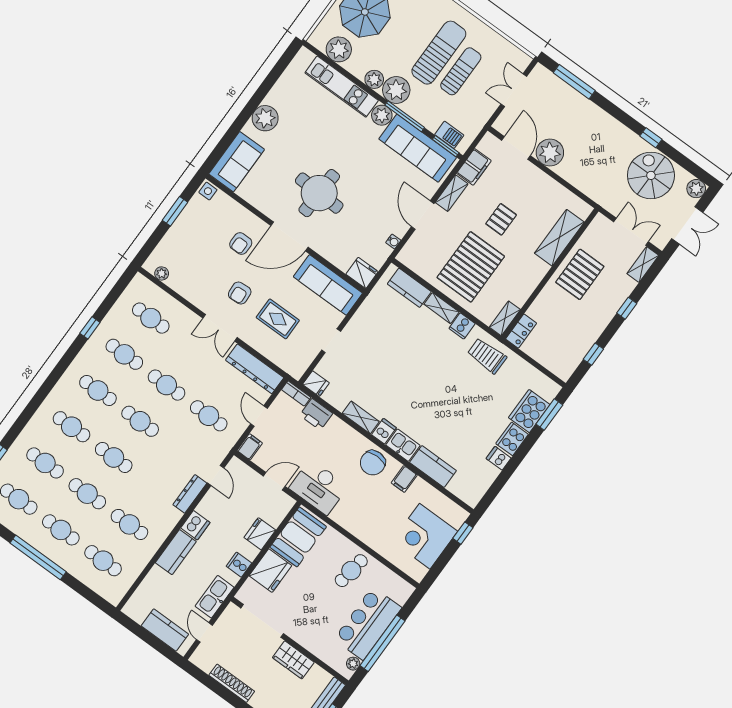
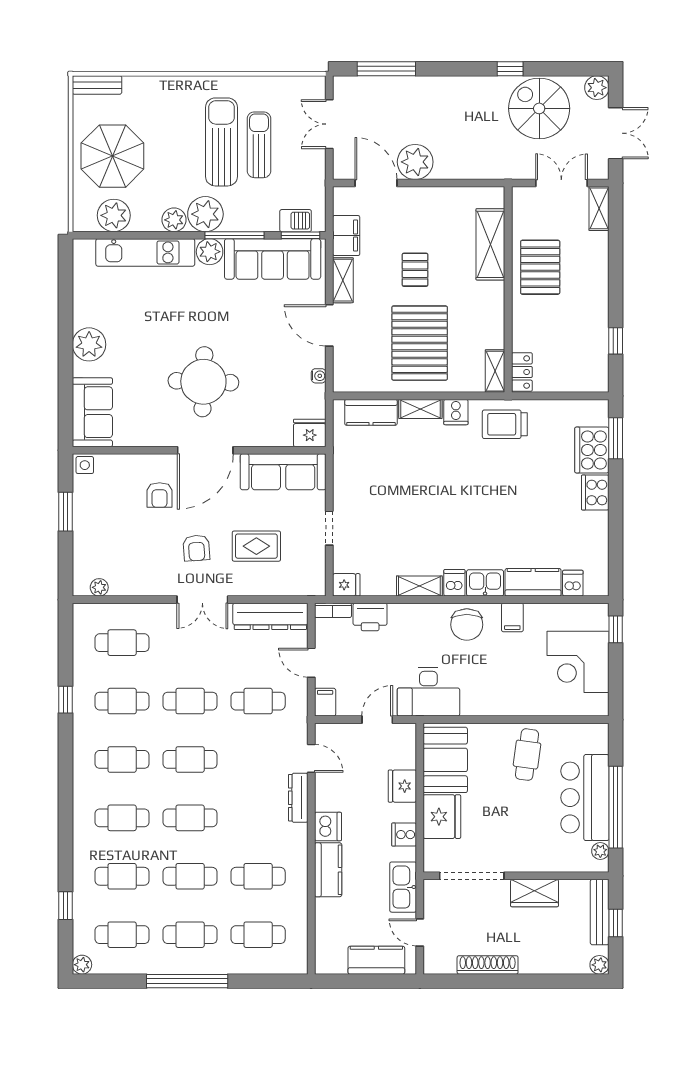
window: (627, 308) -> (616, 267), removed
dishwasher: (499, 458) -> (573, 583), moved, turned 90

